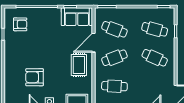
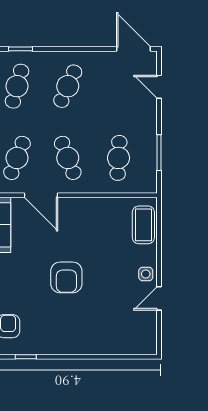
rug: (79, 65) -> (81, 221), removed
armchair: (35, 77) -> (66, 277), moved

